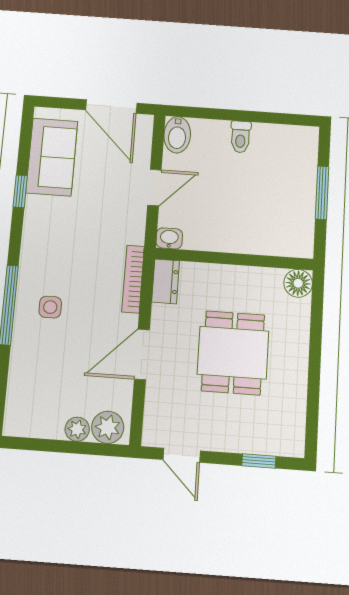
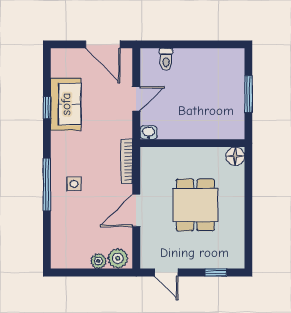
bidet: (177, 135) -> (149, 61), removed
toilet: (241, 137) -> (166, 59), moved
sofa: (52, 157) -> (66, 104), moved
dresser: (166, 281) -> (148, 161), removed

